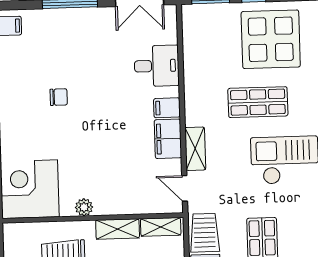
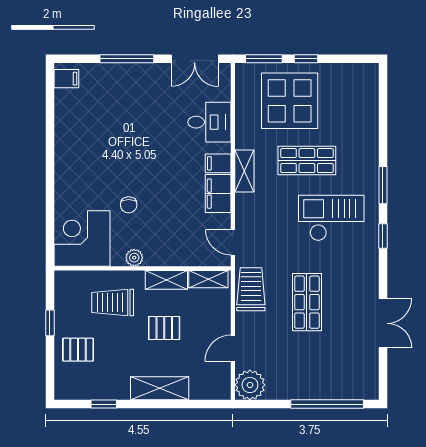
display table: (271, 39) -> (290, 101), moved
chair: (59, 97) -> (129, 205), moved, turned 90
shelving: (195, 149) -> (244, 171), moved

